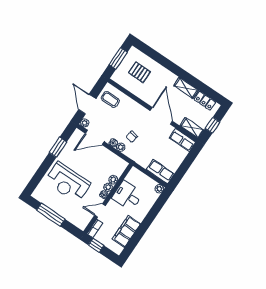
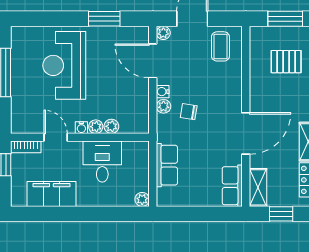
pallet: (139, 72) -> (286, 62), turned 90
row of seats: (160, 172) -> (167, 165), moved

